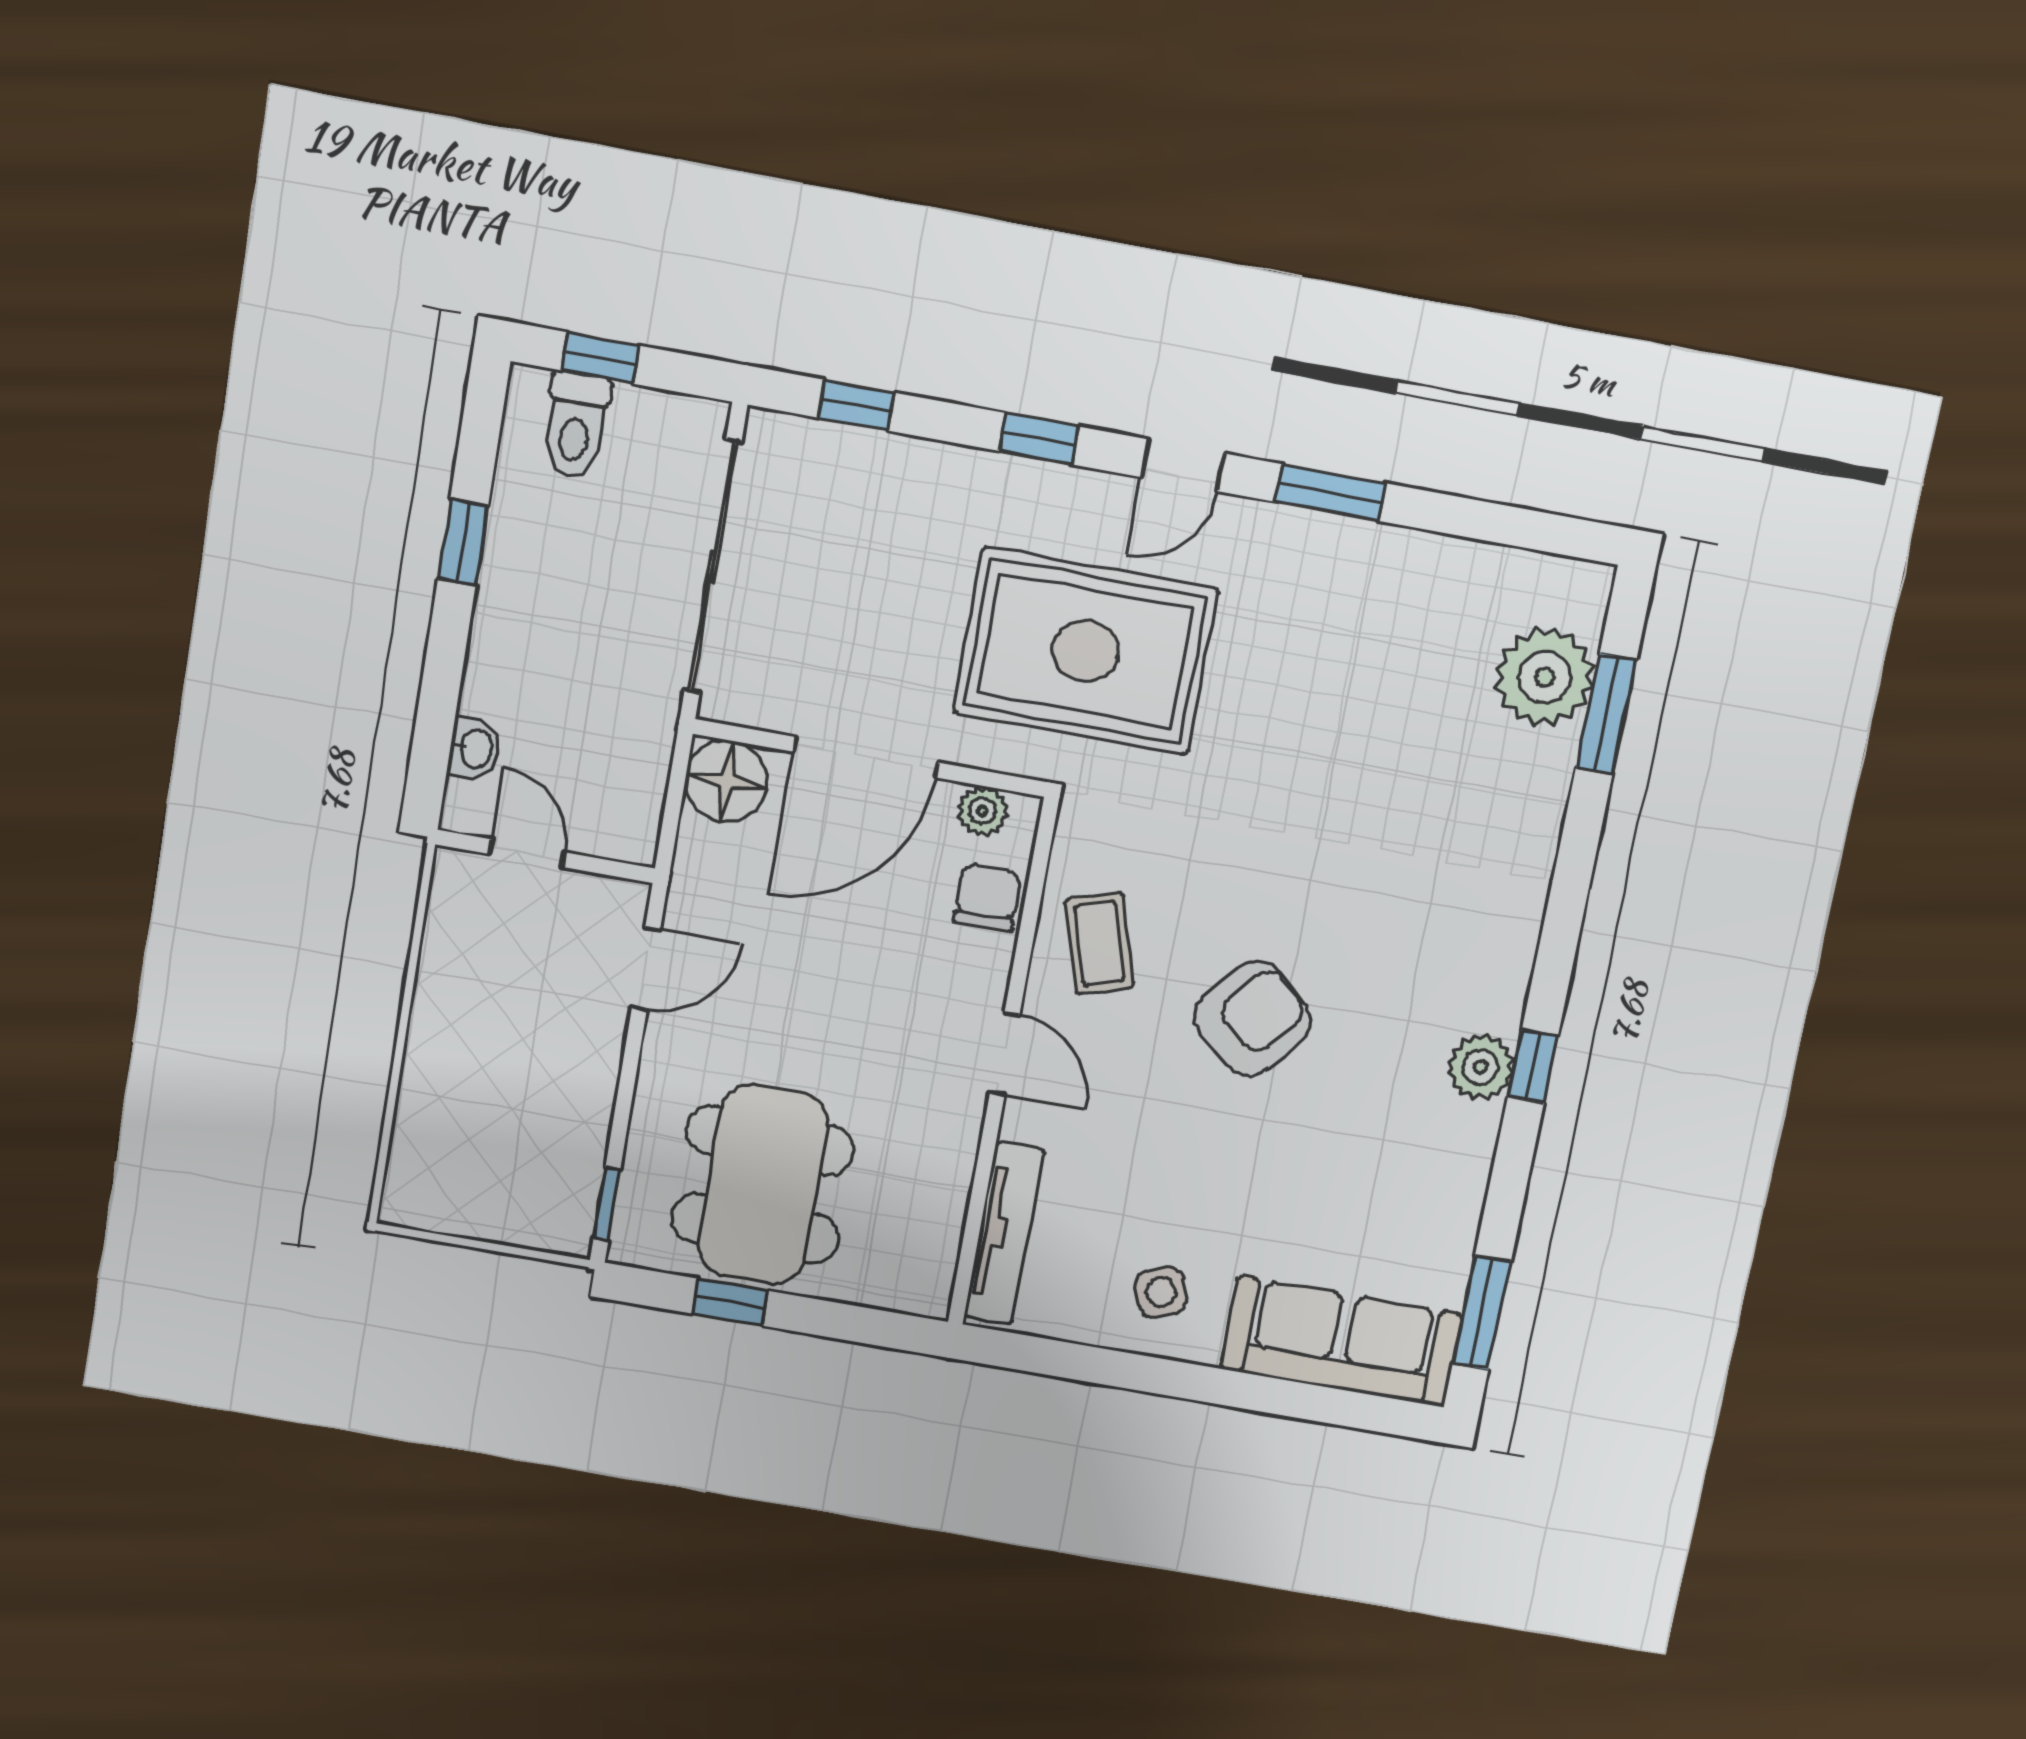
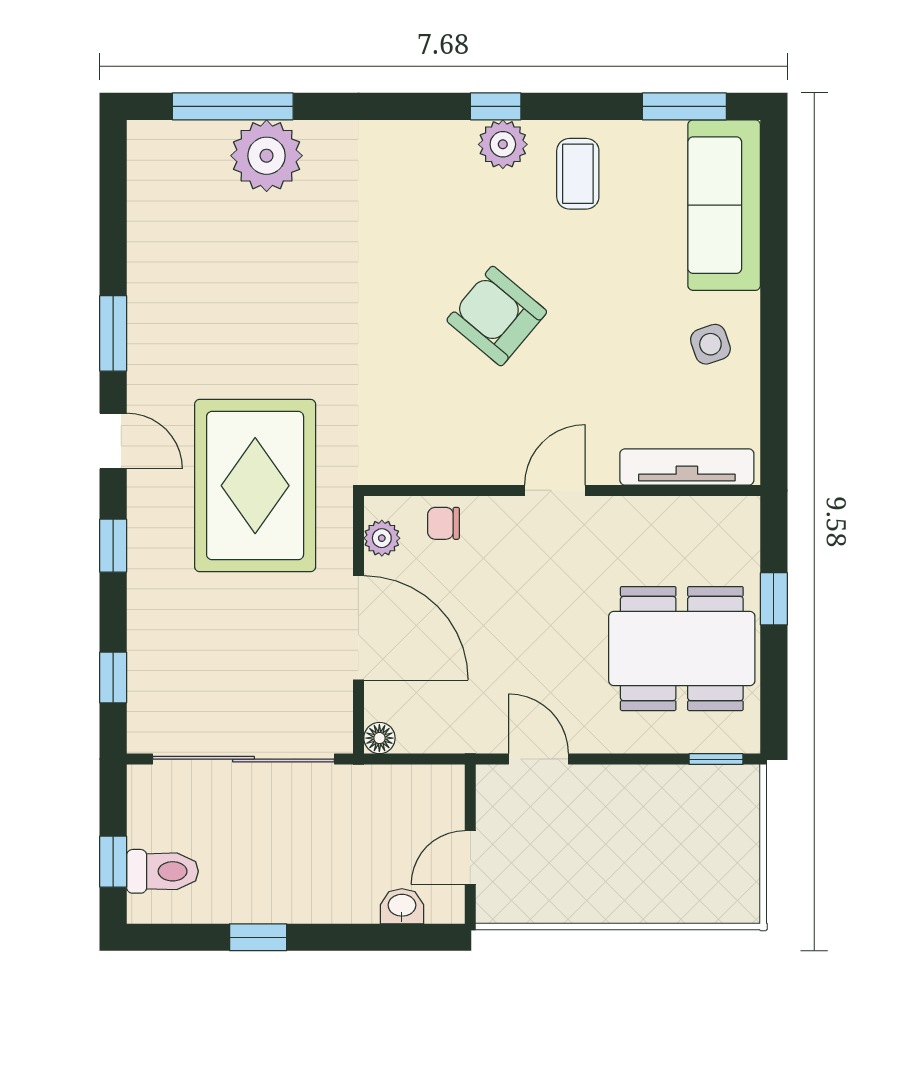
plant: (1545, 677) -> (267, 156), moved
window: (1606, 714) -> (233, 106), width x1.44
floor lamp: (726, 781) -> (379, 738), width x0.53, depth x0.53
chair: (987, 898) -> (443, 523), width x0.73, depth x0.73
coffee table: (1099, 943) -> (578, 174), moved, turned -73
window: (730, 1302) -> (774, 599), moved

